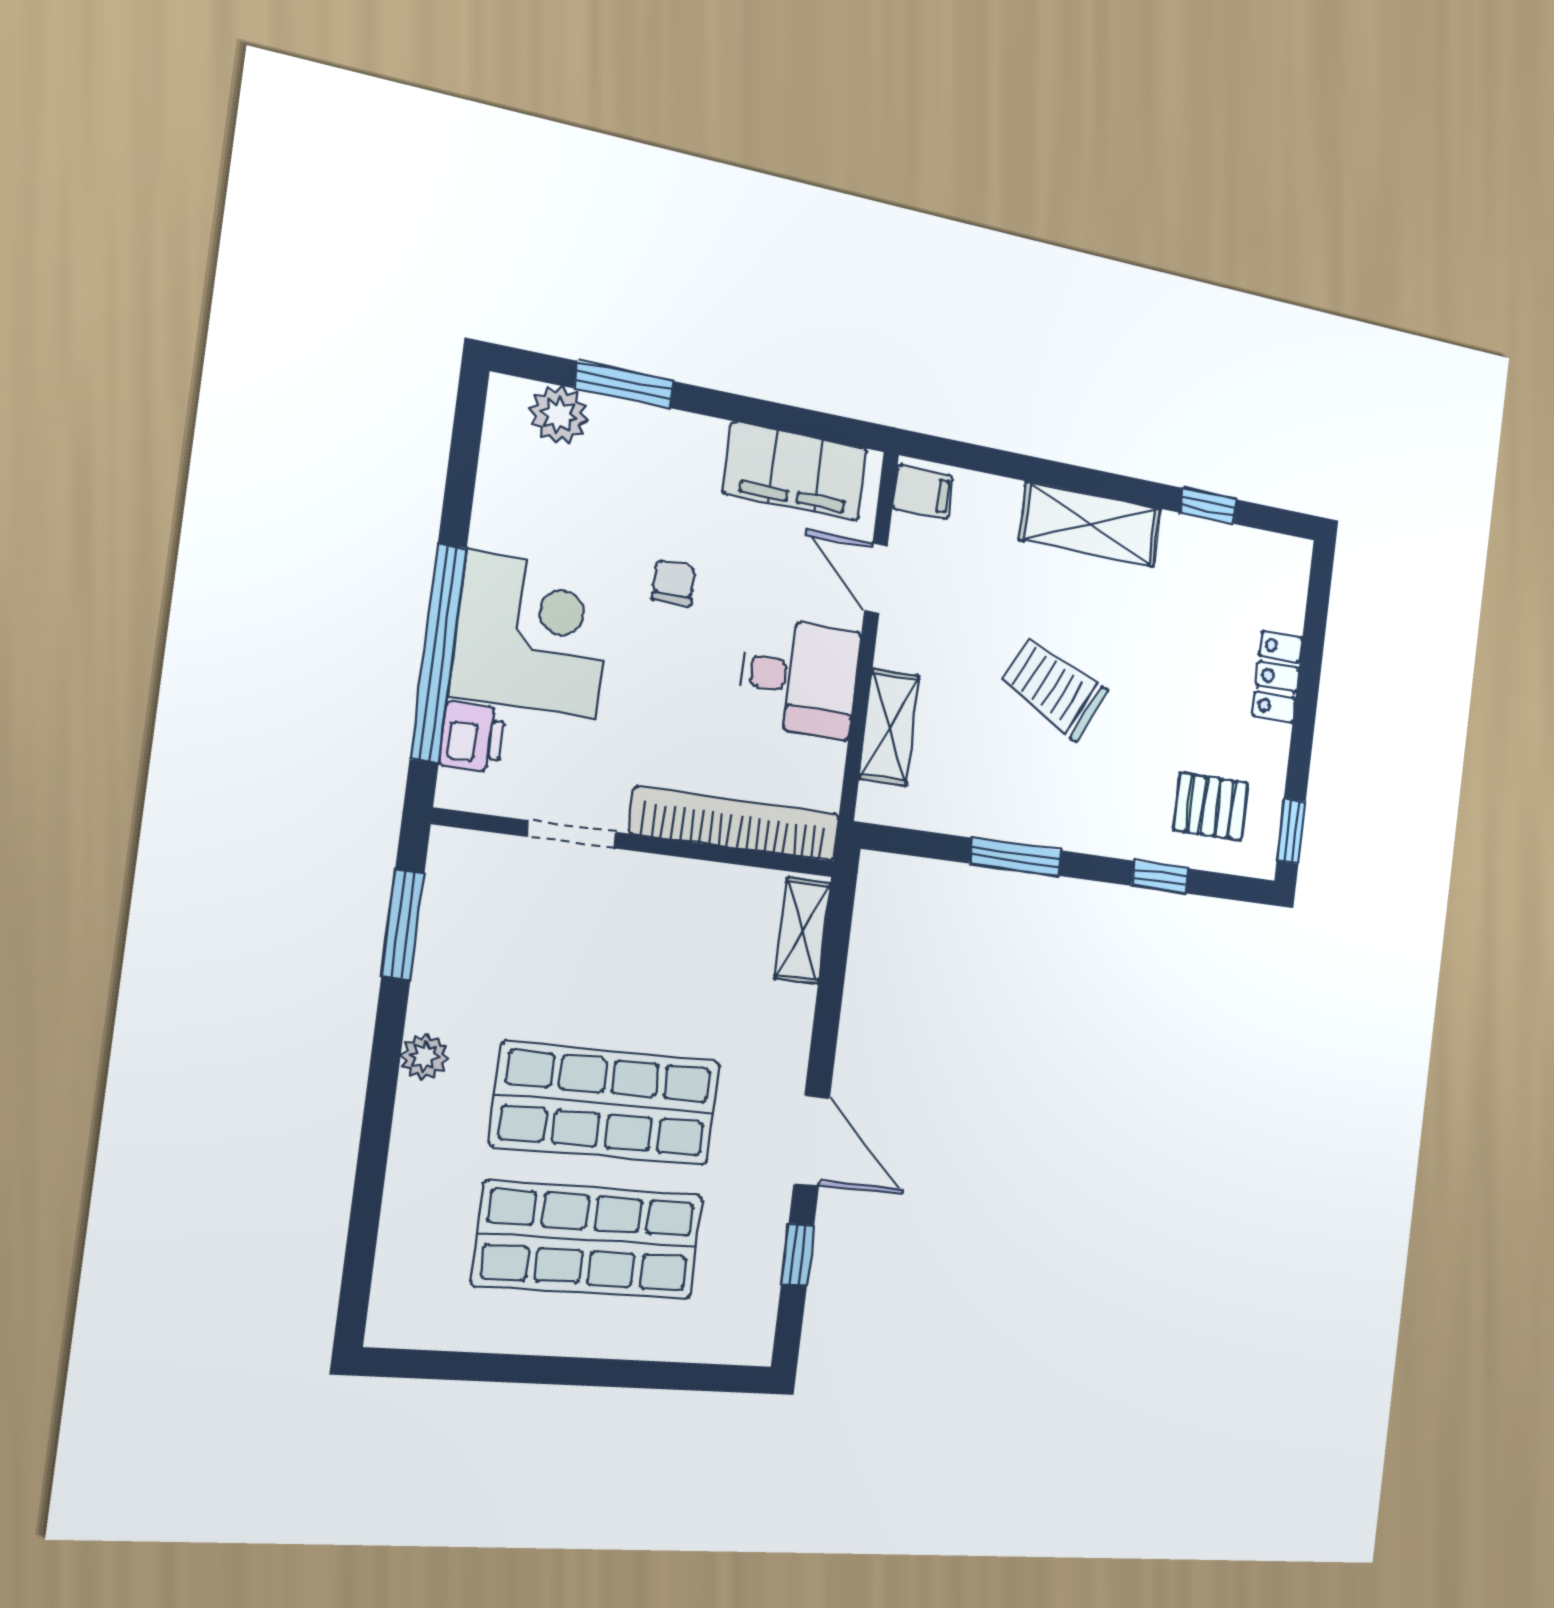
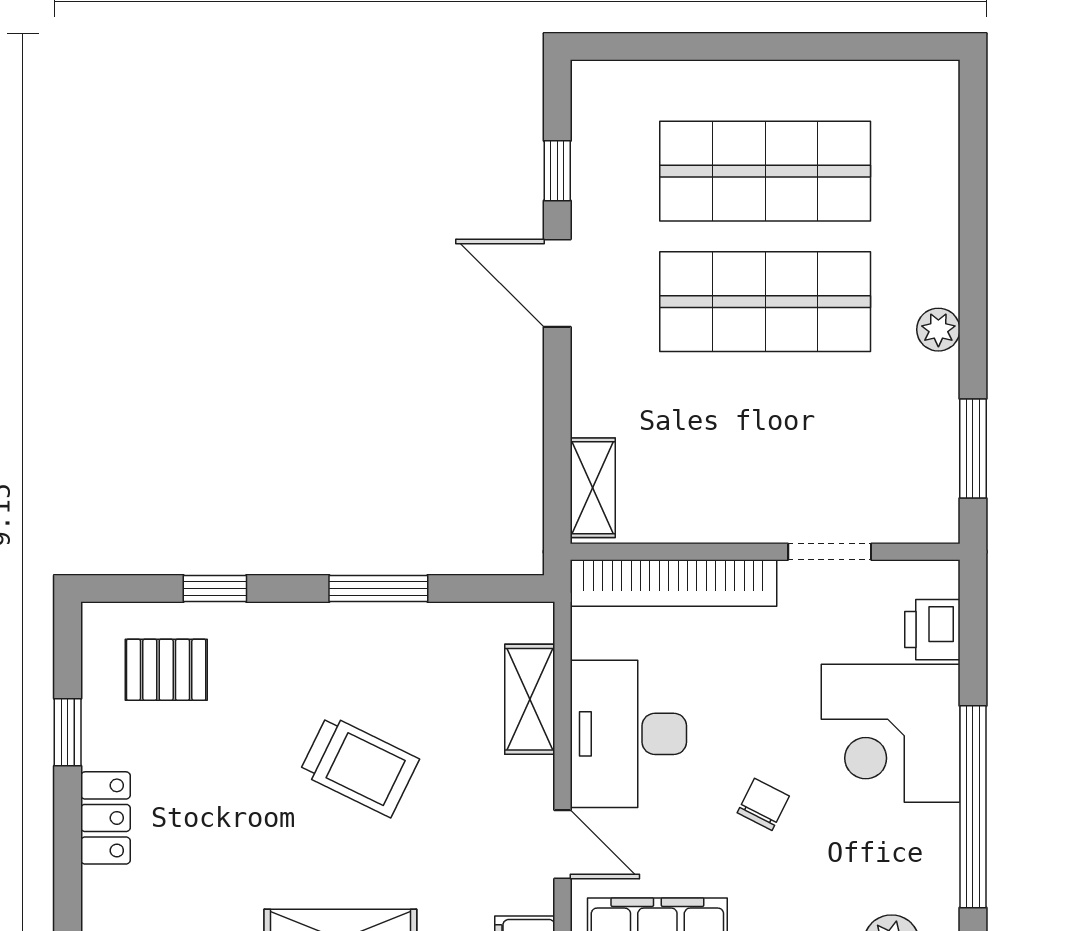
chair: (673, 583) -> (763, 804), turned -153
window: (438, 653) -> (973, 807), moved
desk: (799, 678) -> (628, 734), width x1.37
window: (1291, 831) -> (68, 732), moved

